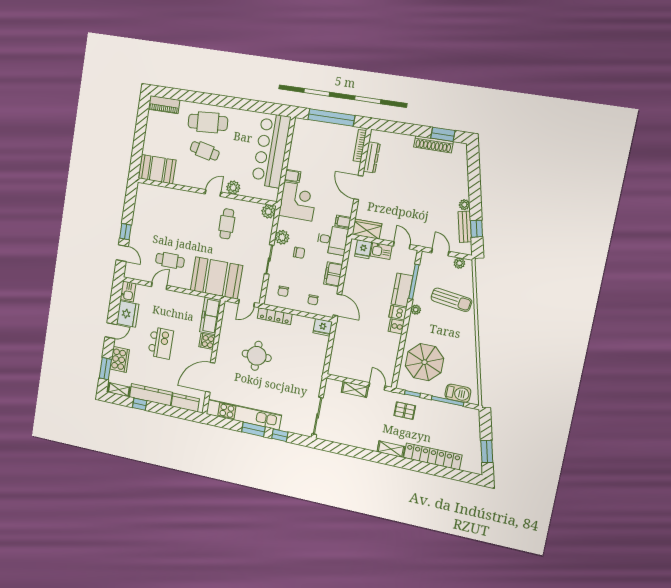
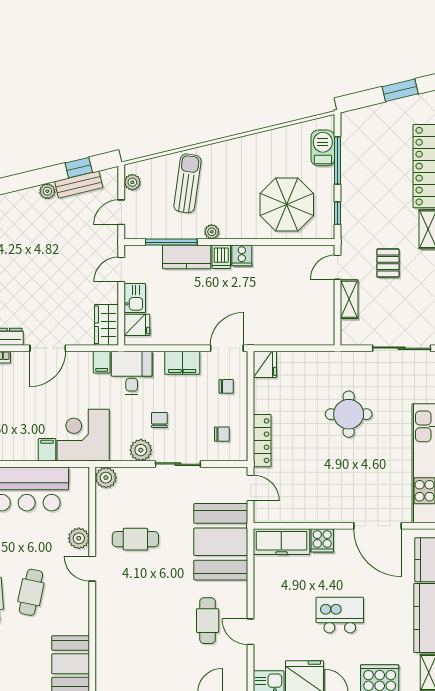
round table: (257, 356) -> (349, 414), moved
pallet: (405, 411) -> (388, 263), moved

